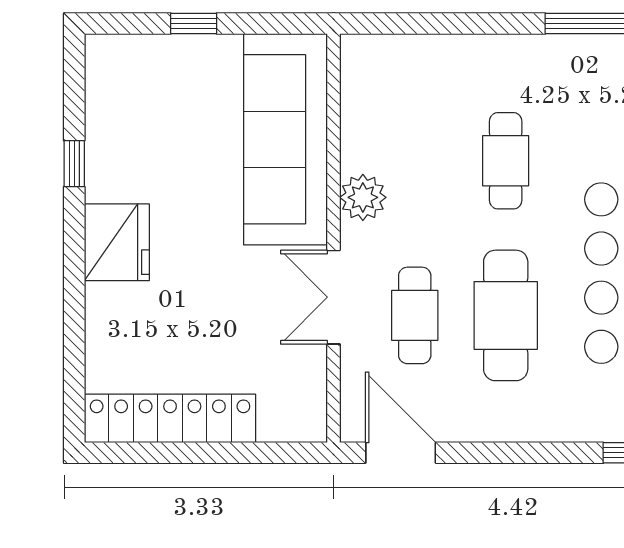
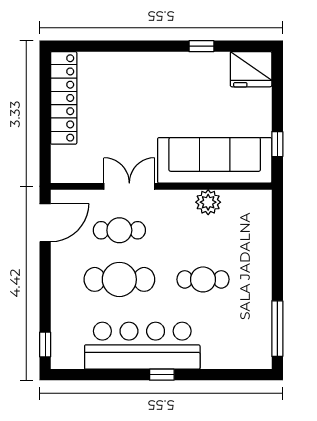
window: (194, 23) -> (277, 144), moved
plant: (363, 197) -> (208, 202), moved
fridge: (117, 242) -> (251, 69), moved

